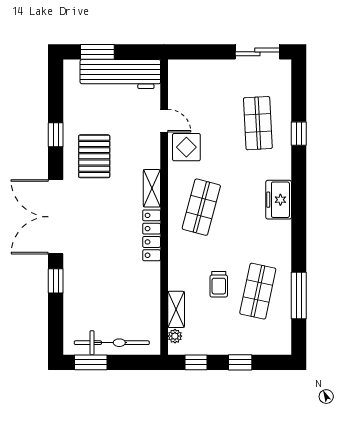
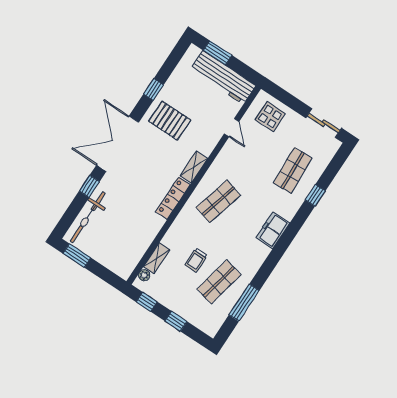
display table: (186, 147) -> (270, 117), moved
pallet: (94, 156) -> (170, 121), turned 90
bicycle: (112, 343) -> (88, 217), moved, turned 90

